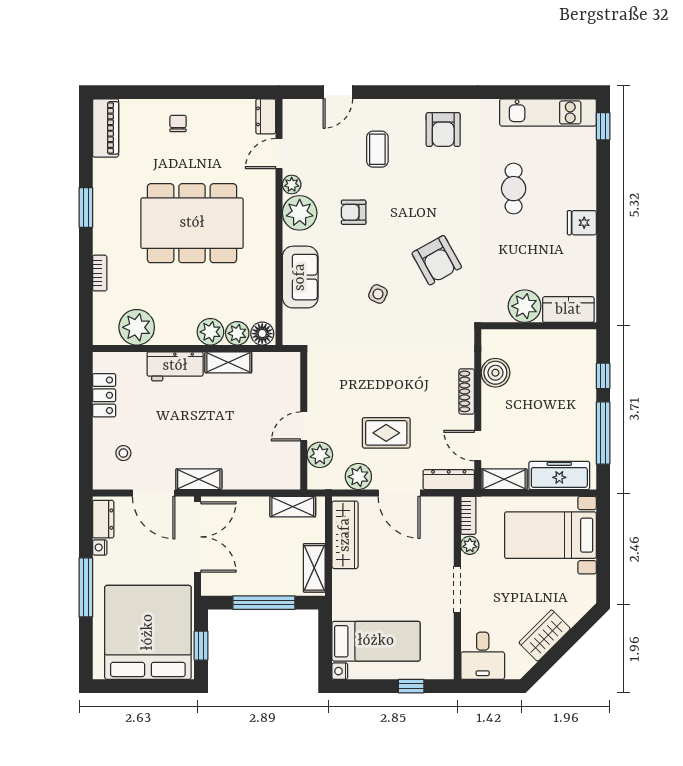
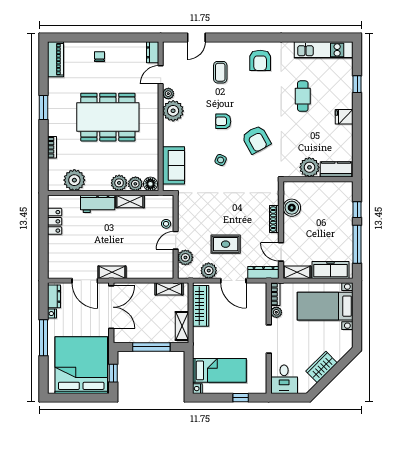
window: (603, 126) -> (357, 84), moved
armchair: (354, 212) -> (223, 121), moved
sofa: (300, 277) -> (173, 165), moved
stool: (123, 453) -> (166, 224), moved

